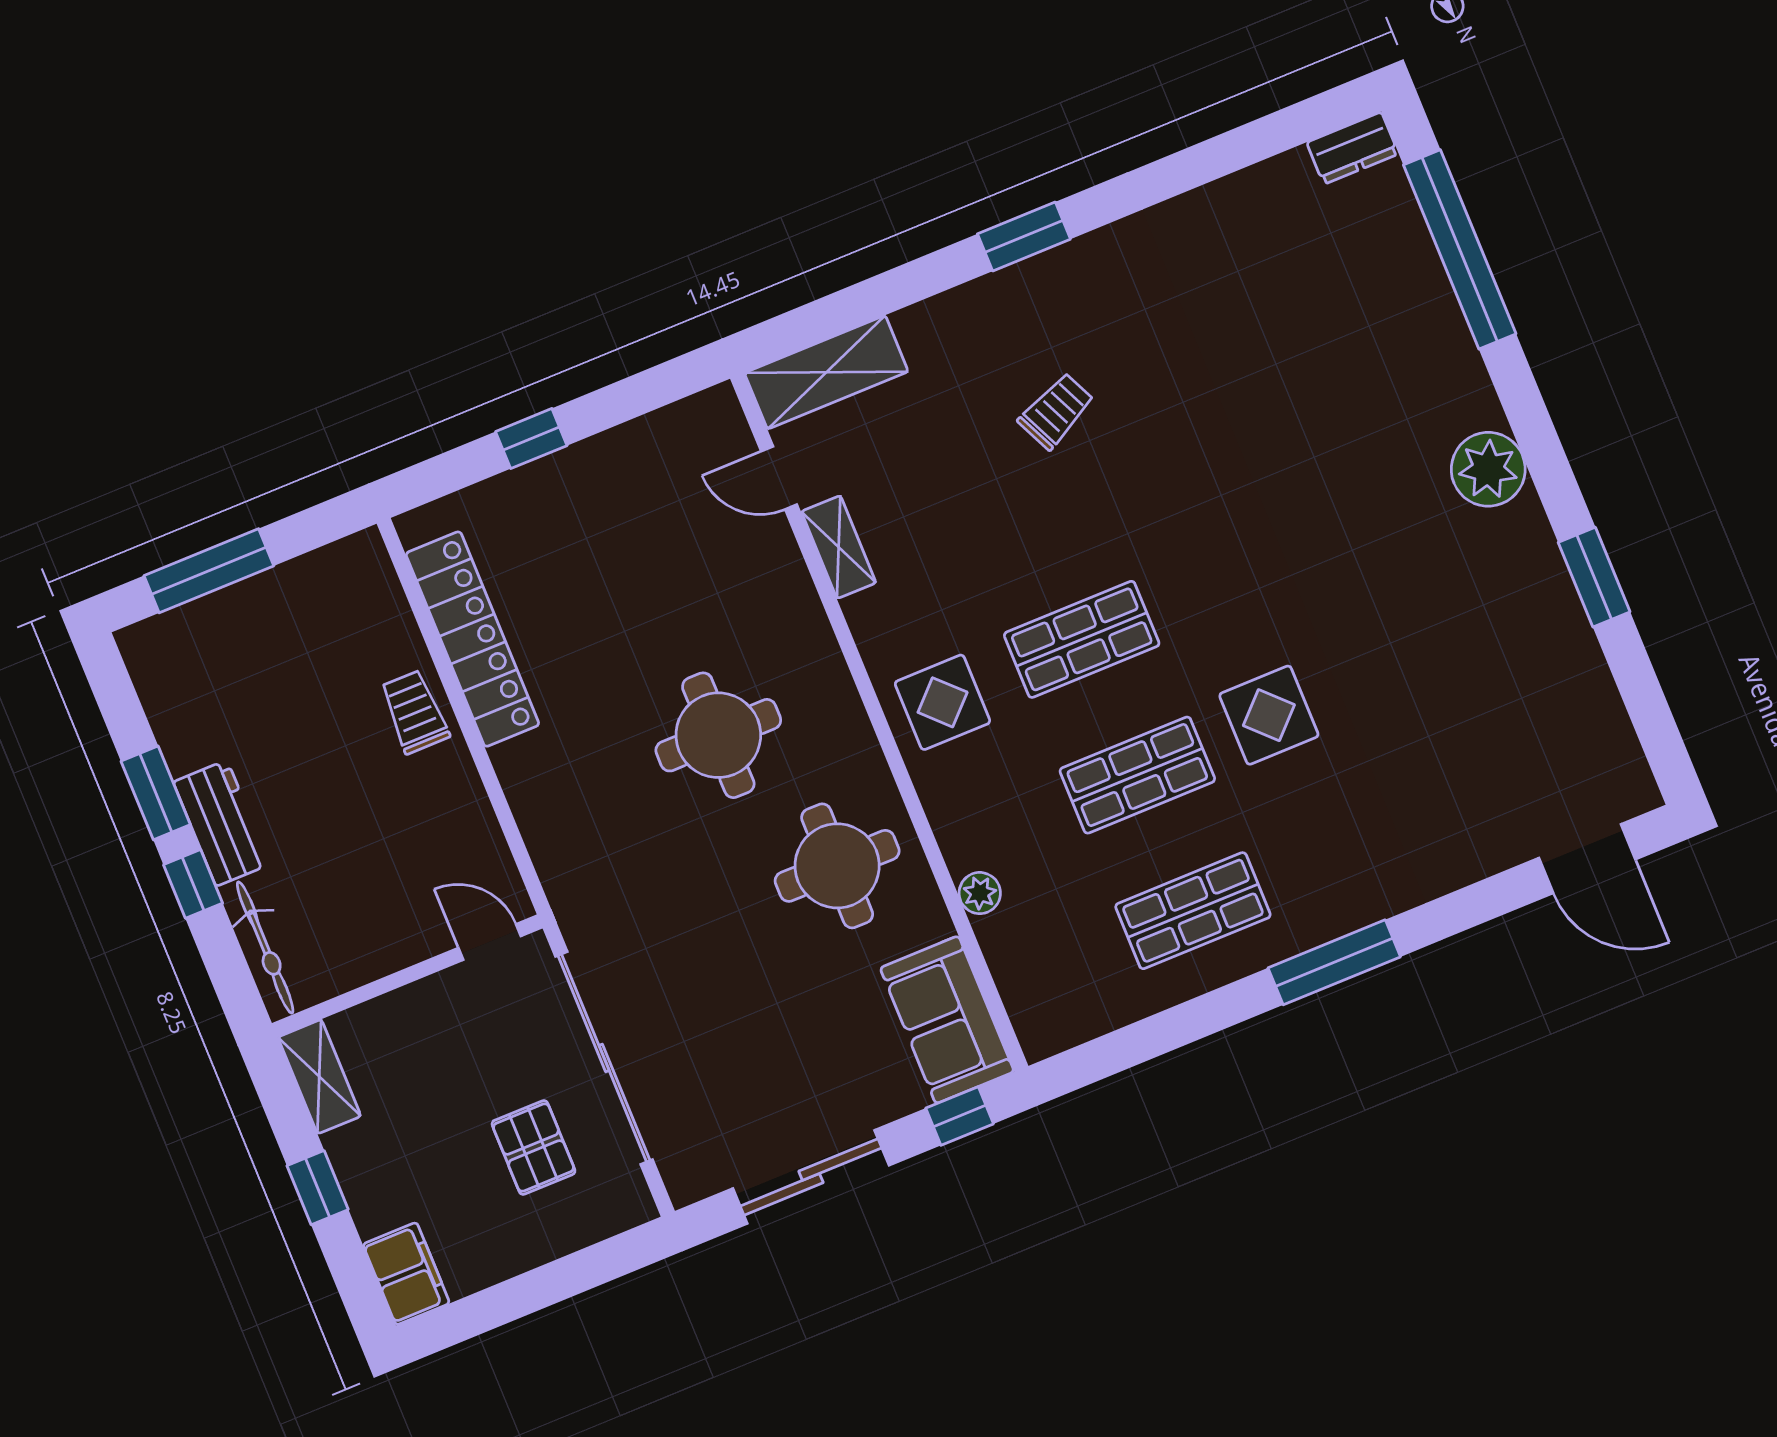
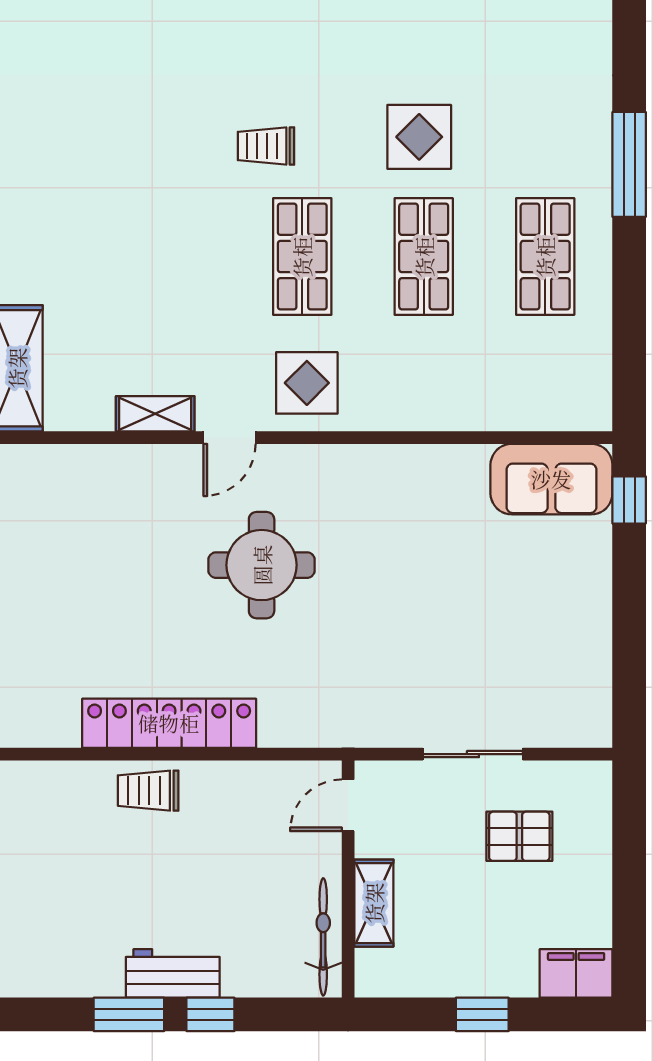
trolley: (1056, 411) -> (266, 146), moved, turned -65
door: (779, 478) -> (229, 438), moved
locker: (472, 639) -> (169, 723), moved
round table: (837, 866) -> (399, 515), removed
plant: (980, 893) -> (465, 414), removed
bicycle: (265, 948) -> (323, 937), moved, turned -90
sliding door: (604, 1058) -> (473, 754), width x0.54
shelving: (319, 1077) -> (374, 903), moved, turned 90
sliding door: (811, 1177) -> (629, 633), removed

